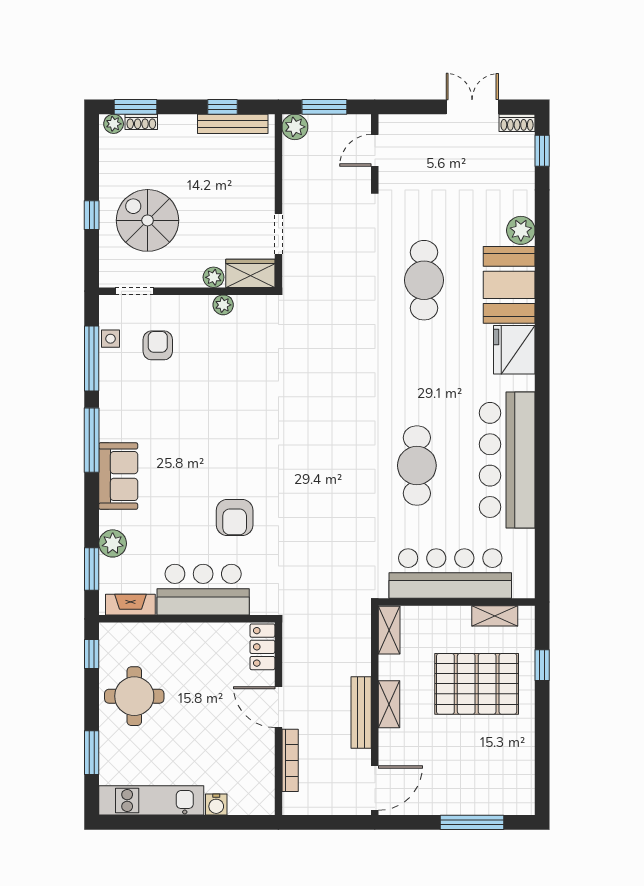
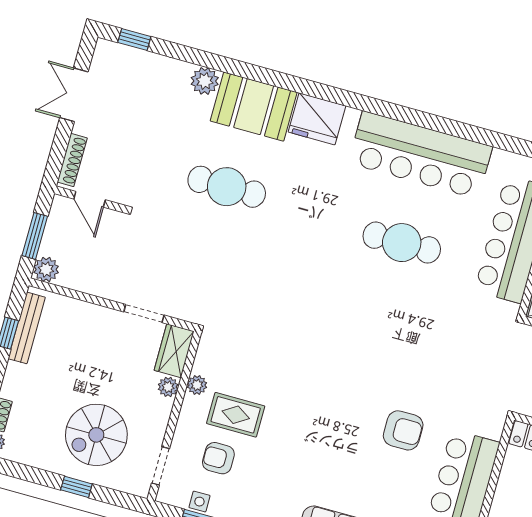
shoe rack: (517, 123) -> (72, 160), moved, width x1.43
rug: (205, 350) -> (236, 415), added

